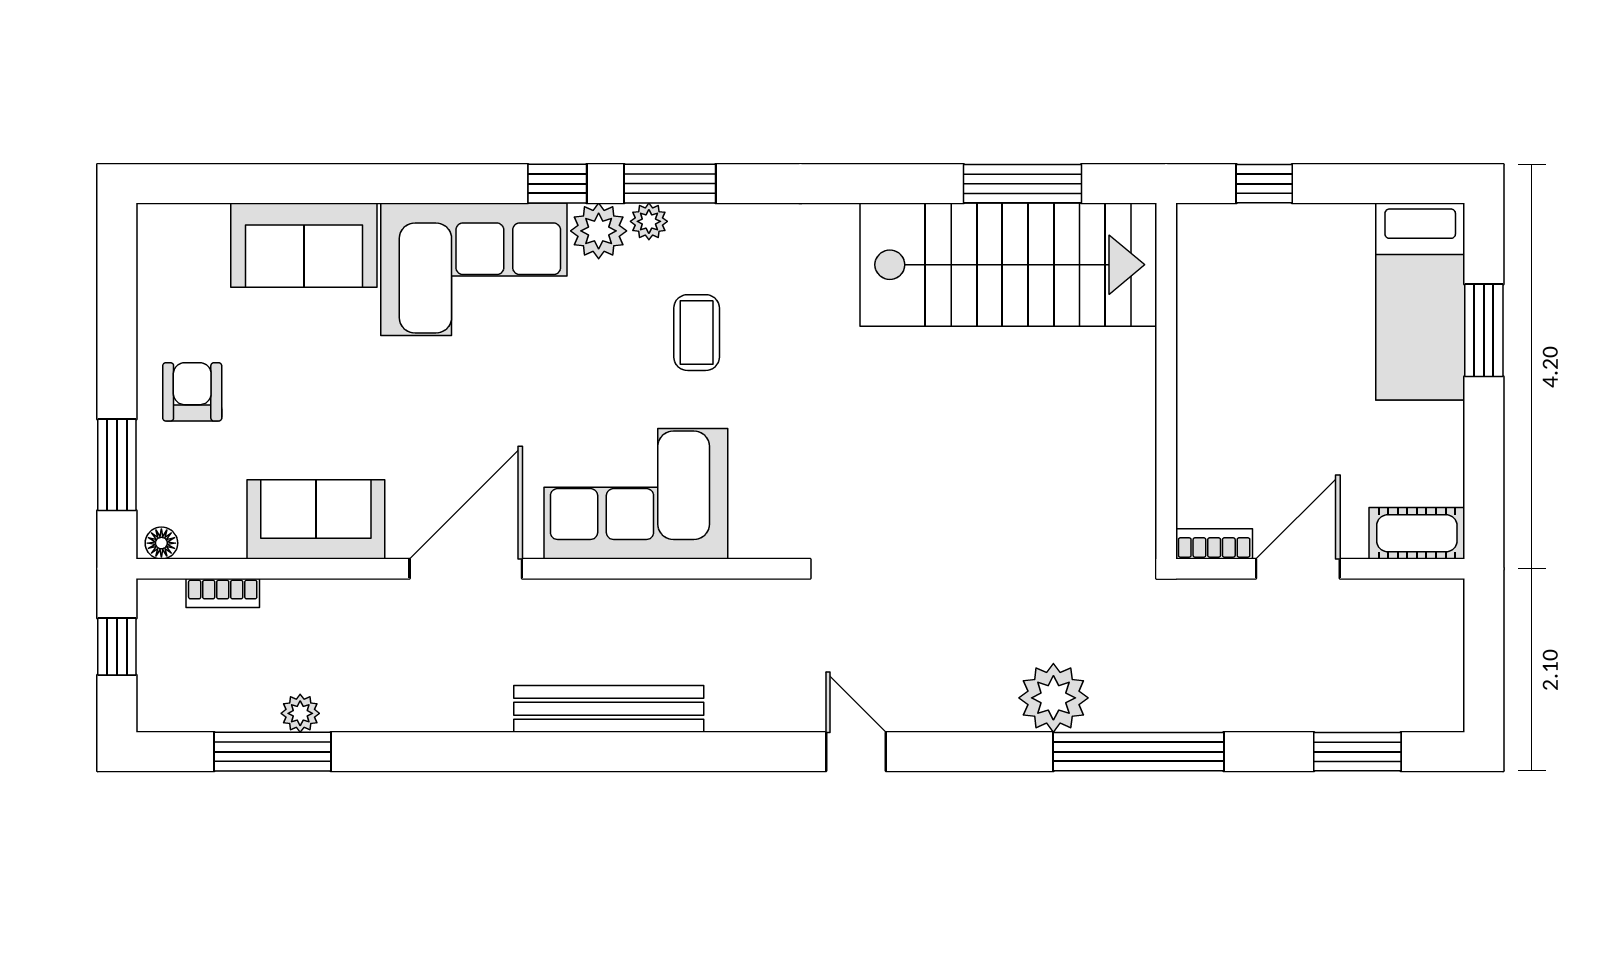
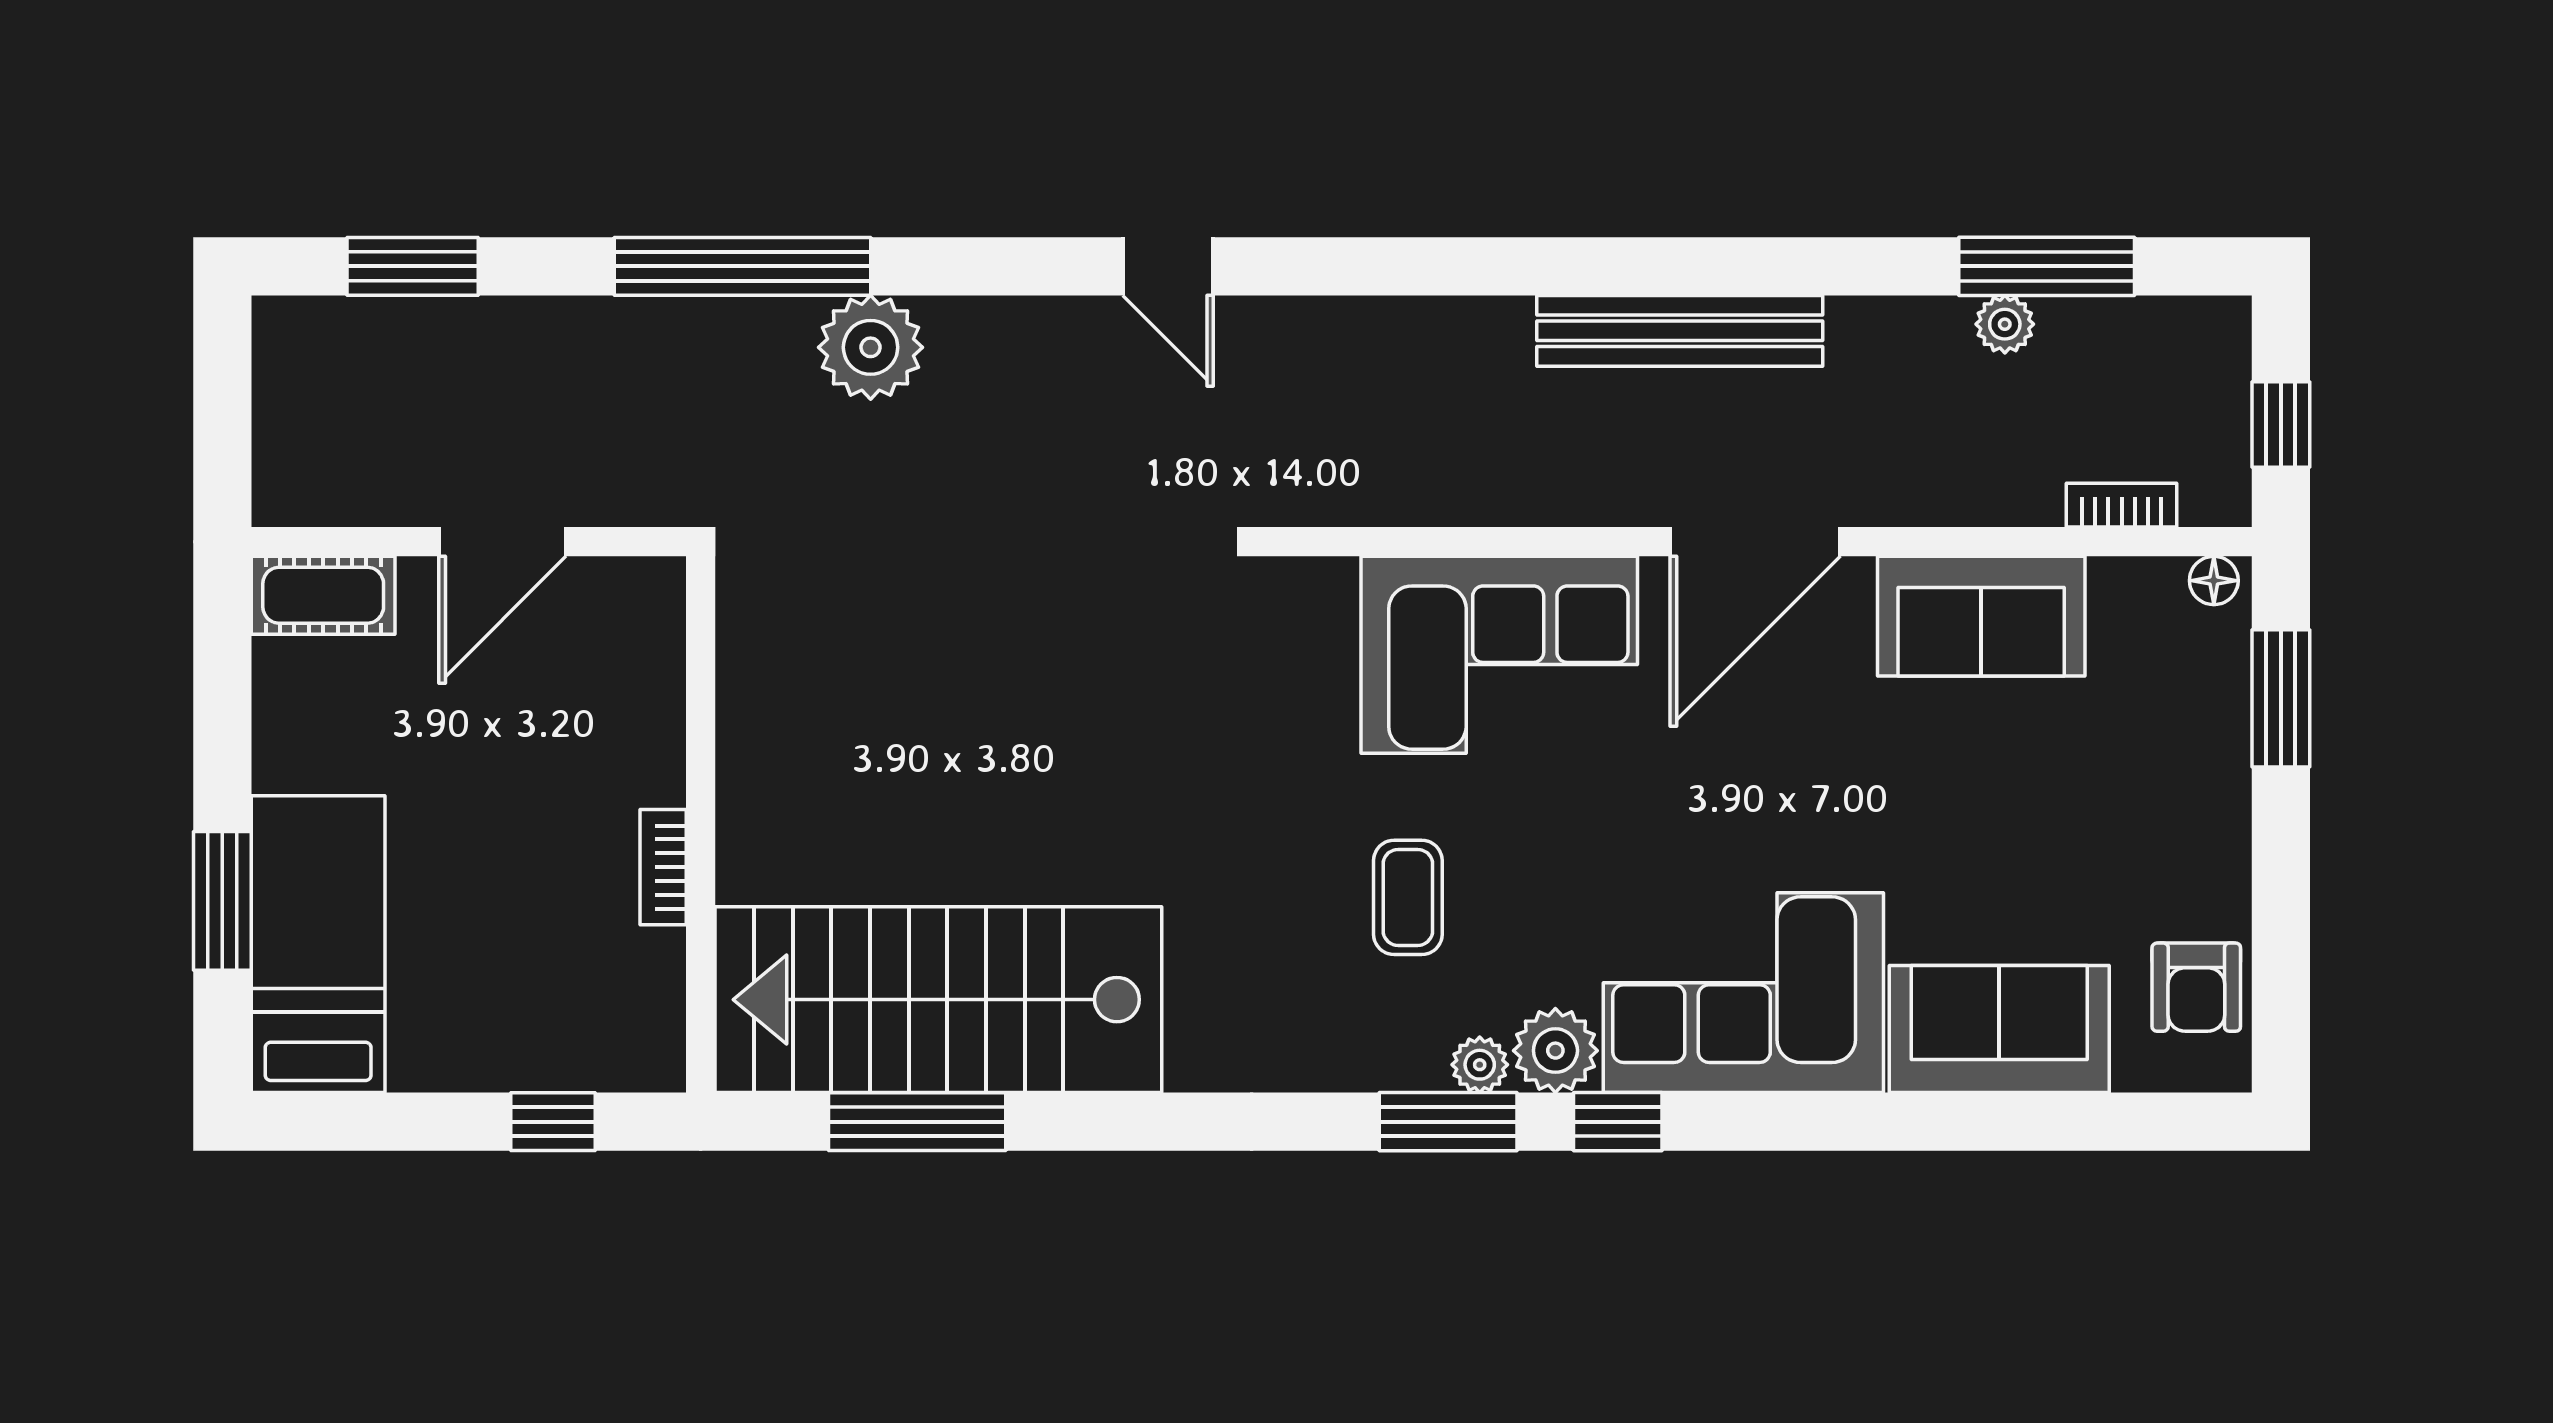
armchair: (192, 392) -> (2196, 987), moved
bookcase: (1214, 544) -> (663, 867), moved, turned 90
bench: (609, 709) -> (1680, 331), moved

